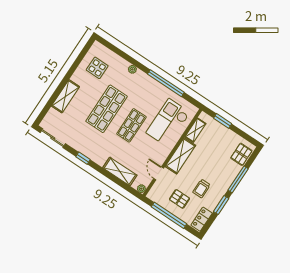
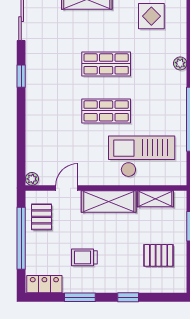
shop shelf: (107, 109) -> (106, 64), width x0.70, depth x0.74
pallet: (241, 154) -> (159, 255), moved
shelving: (120, 171) -> (36, 136), removed
window: (238, 179) -> (128, 297), width x0.46
pallet: (179, 199) -> (41, 217), moved

